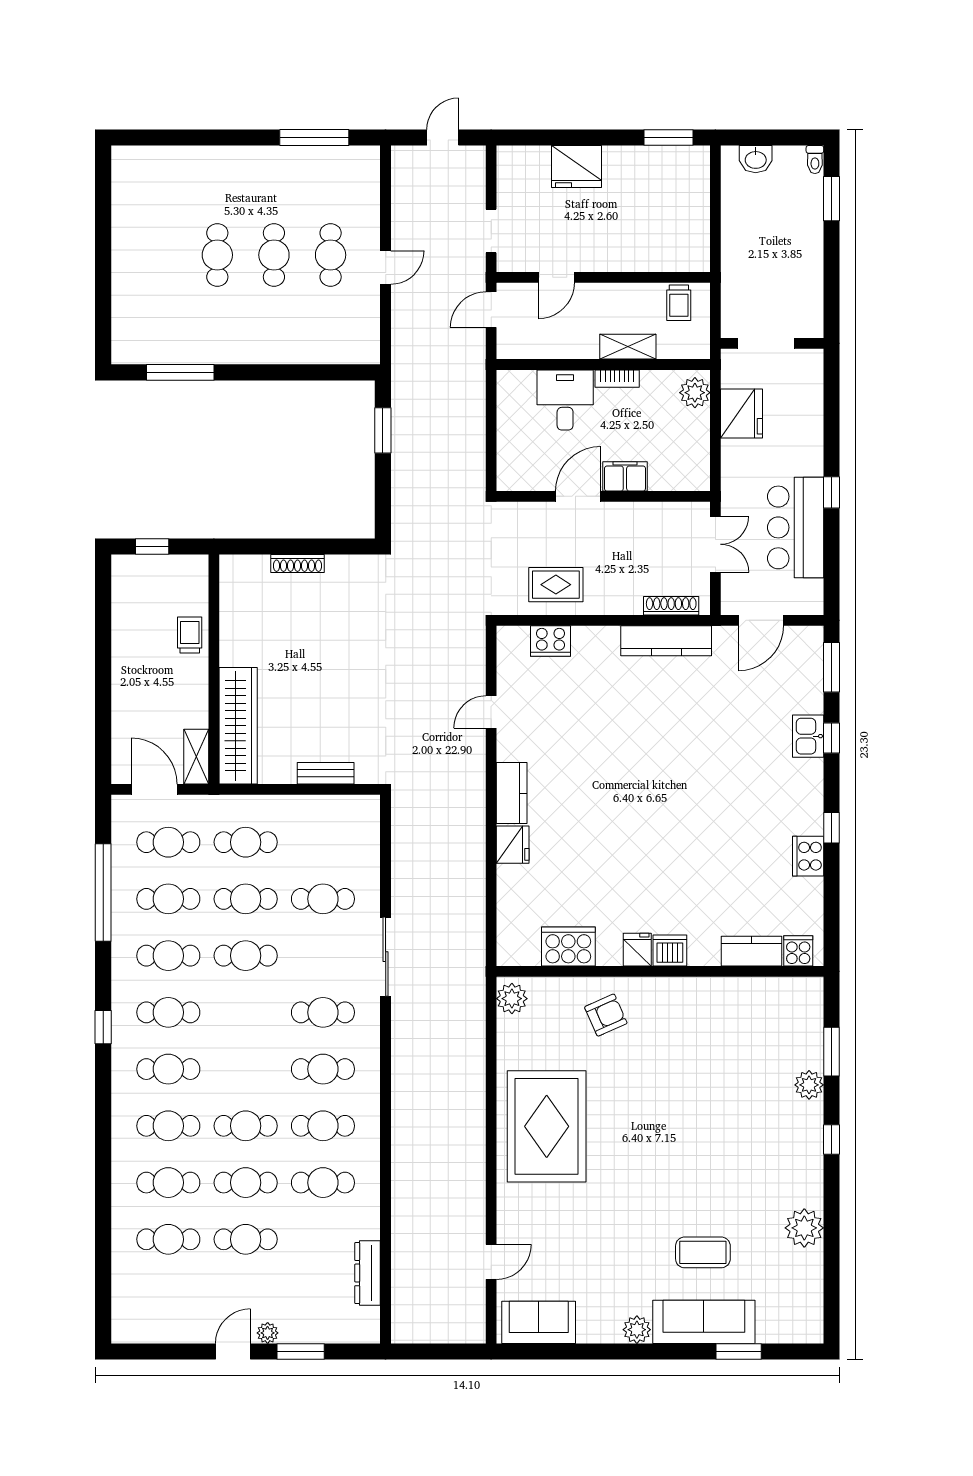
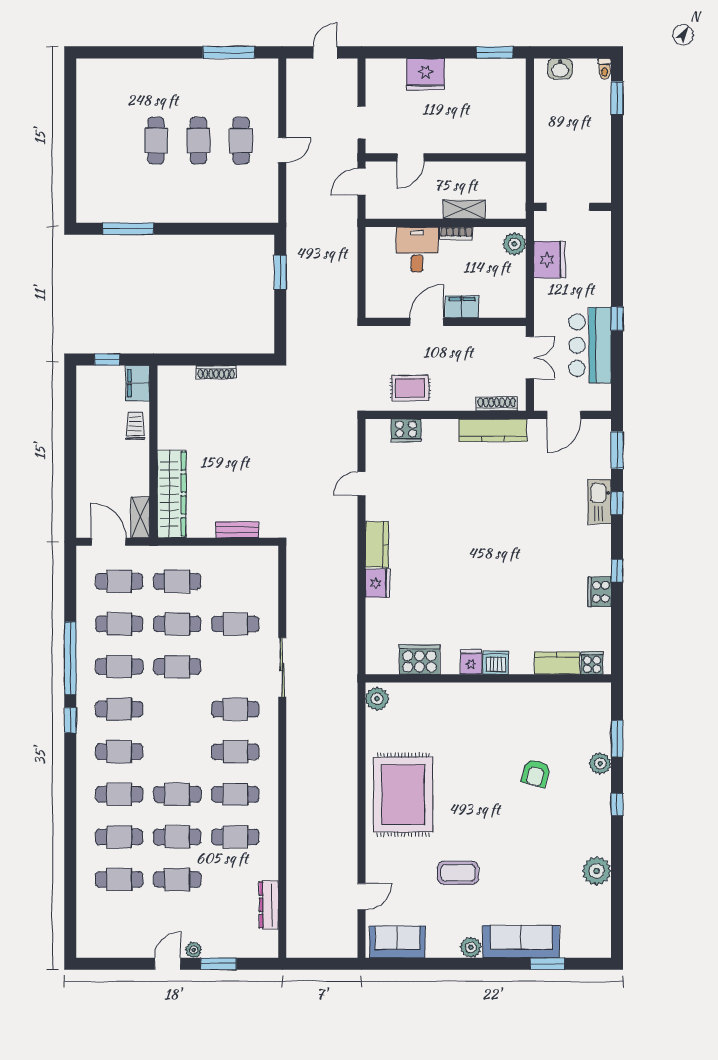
trolley: (679, 303) -> (502, 176), removed
filing cabinet: (193, 578) -> (138, 383), added
kitchen sink: (808, 736) -> (599, 502), width x1.38
window: (103, 892) -> (70, 658), moved
armchair: (606, 1015) -> (536, 773), moved, turned 130
coffee table: (703, 1252) -> (458, 873), moved

